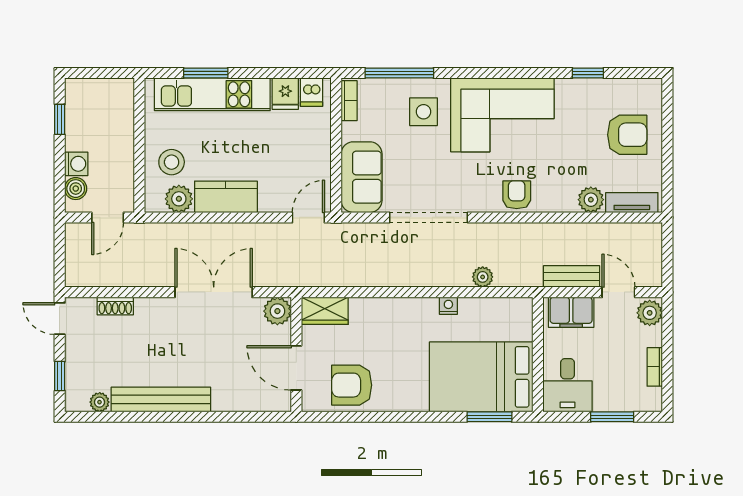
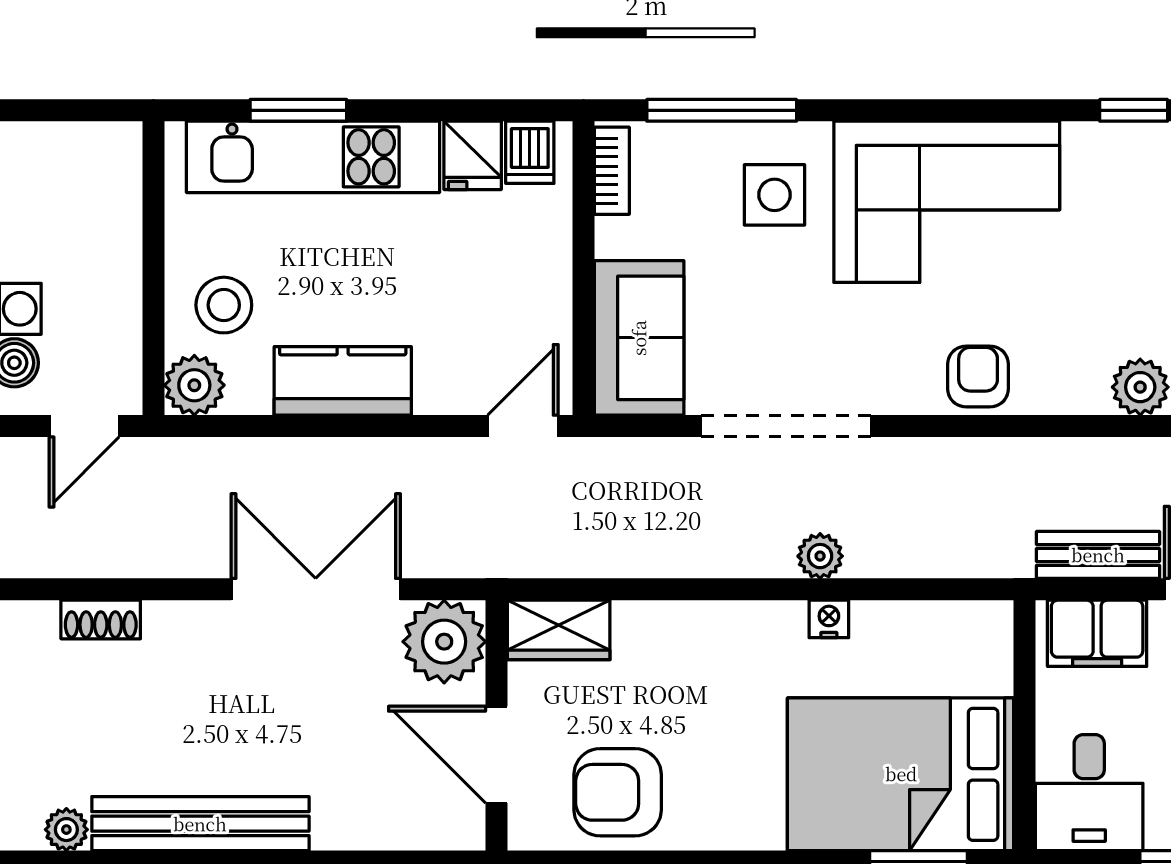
plant: (179, 199) -> (194, 385), moved
plant: (483, 277) -> (820, 556), moved
plant: (277, 311) -> (444, 642), width x1.36, depth x1.36

